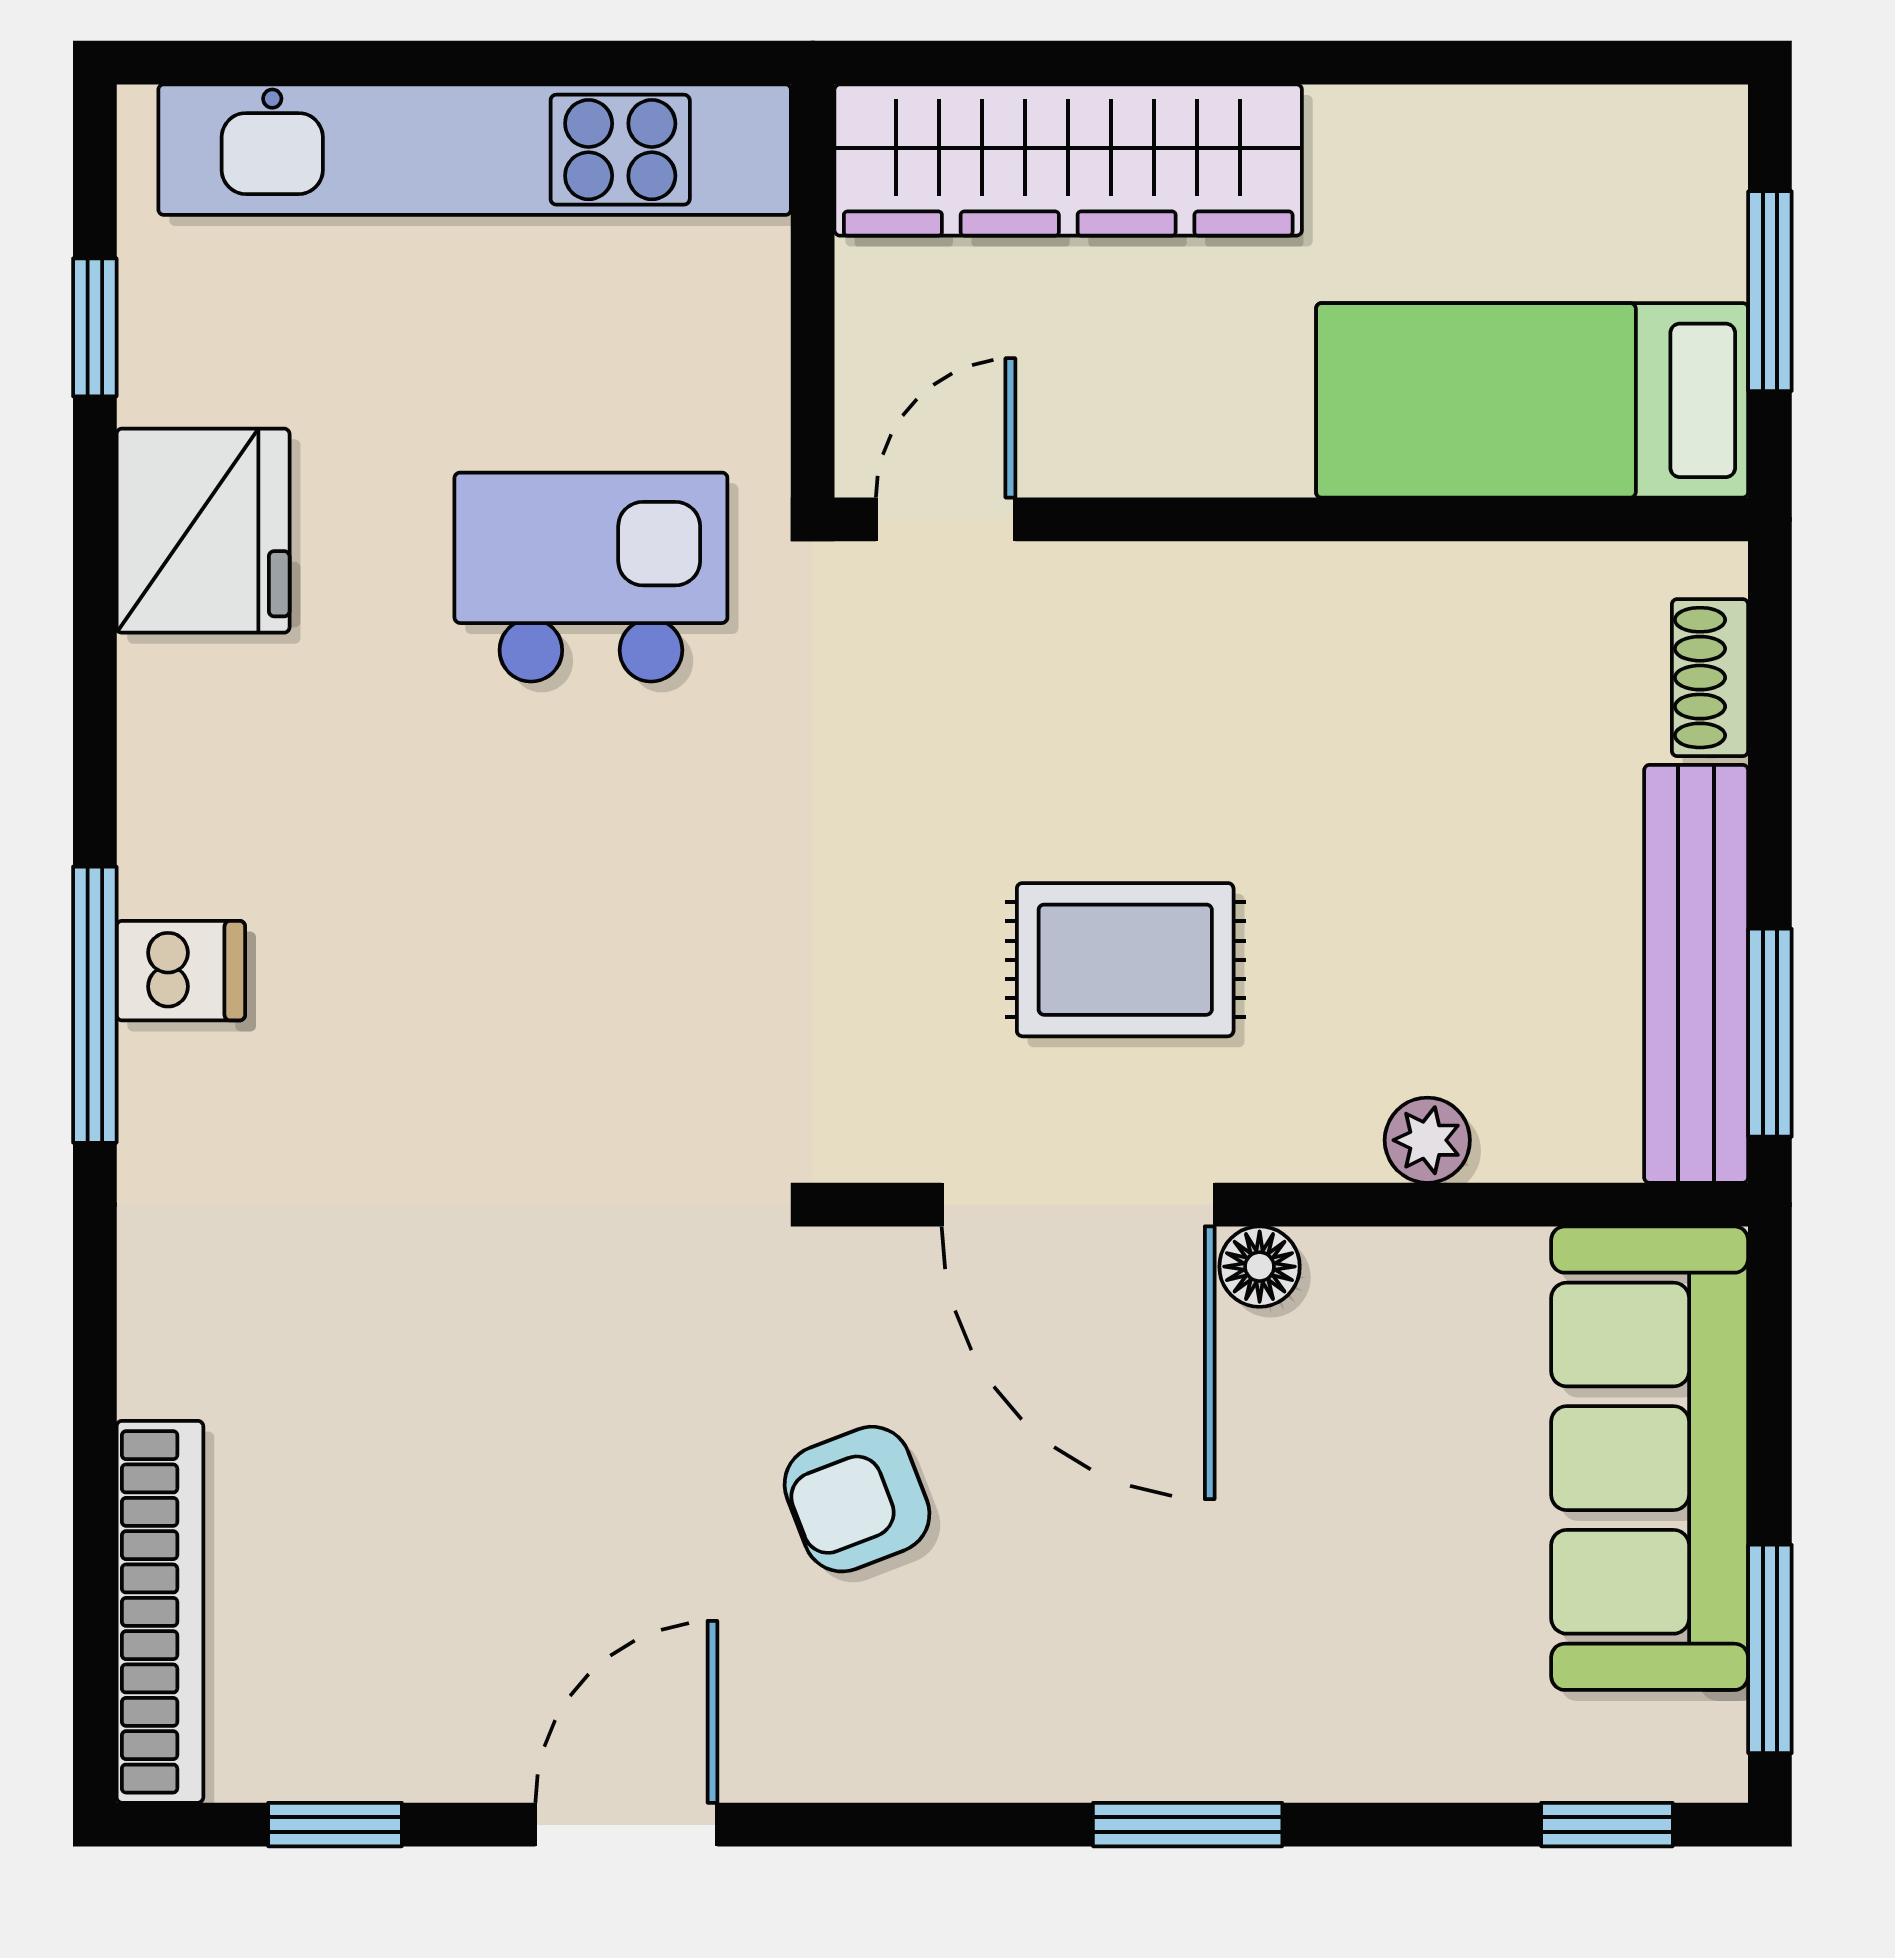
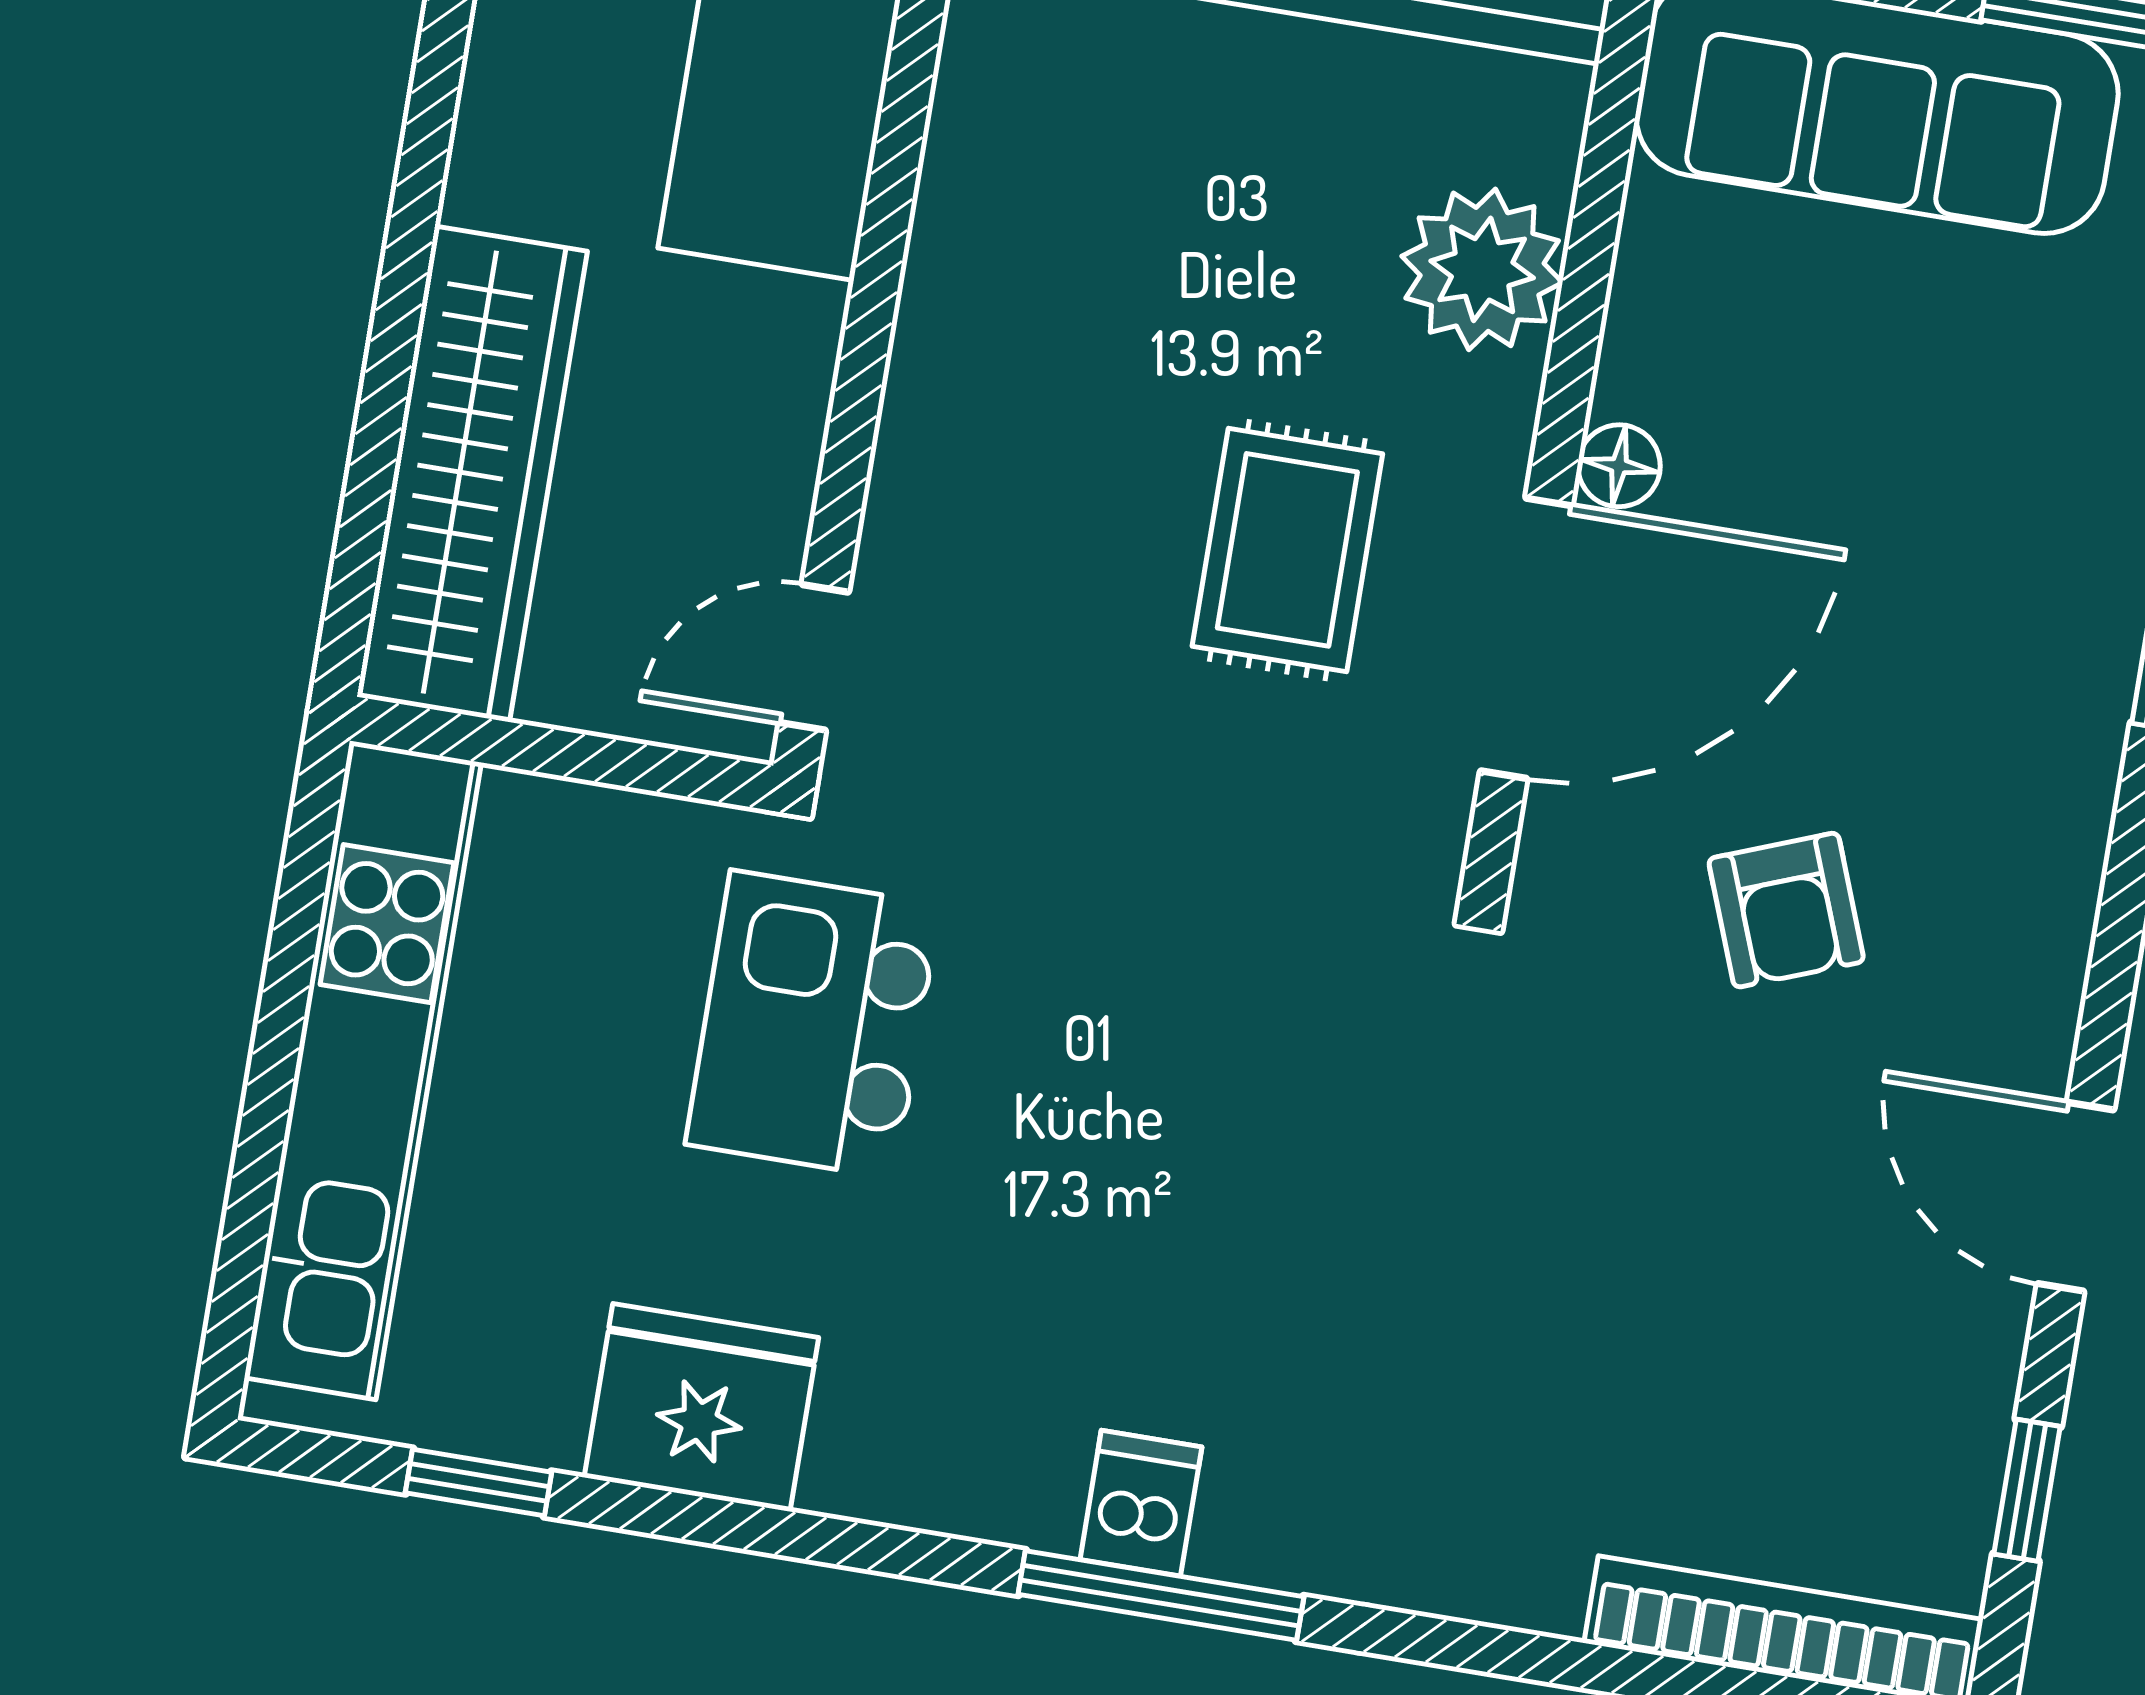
door: (946, 519) -> (814, 657), hinge flipped
plant: (1427, 1140) -> (1482, 269), width x1.87, depth x1.87

